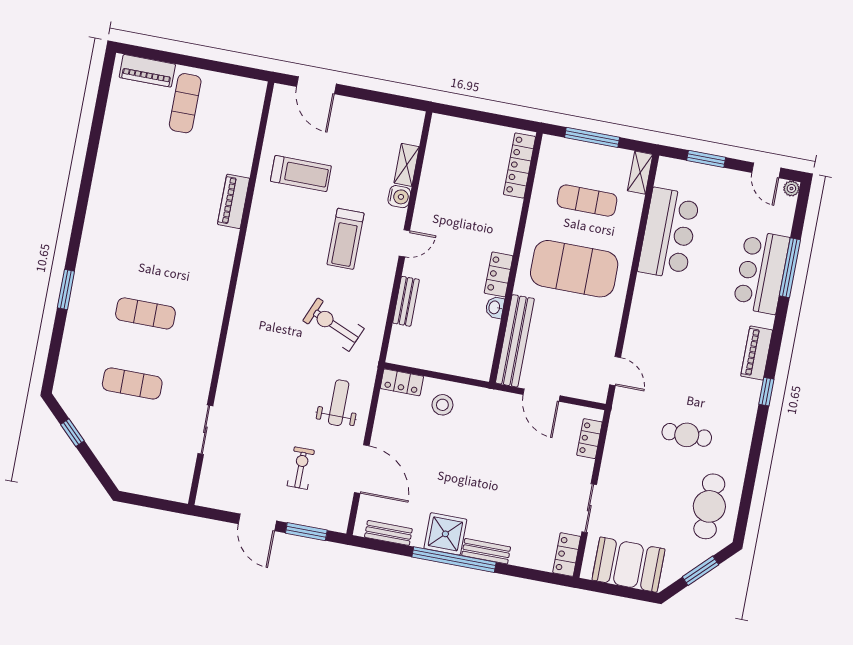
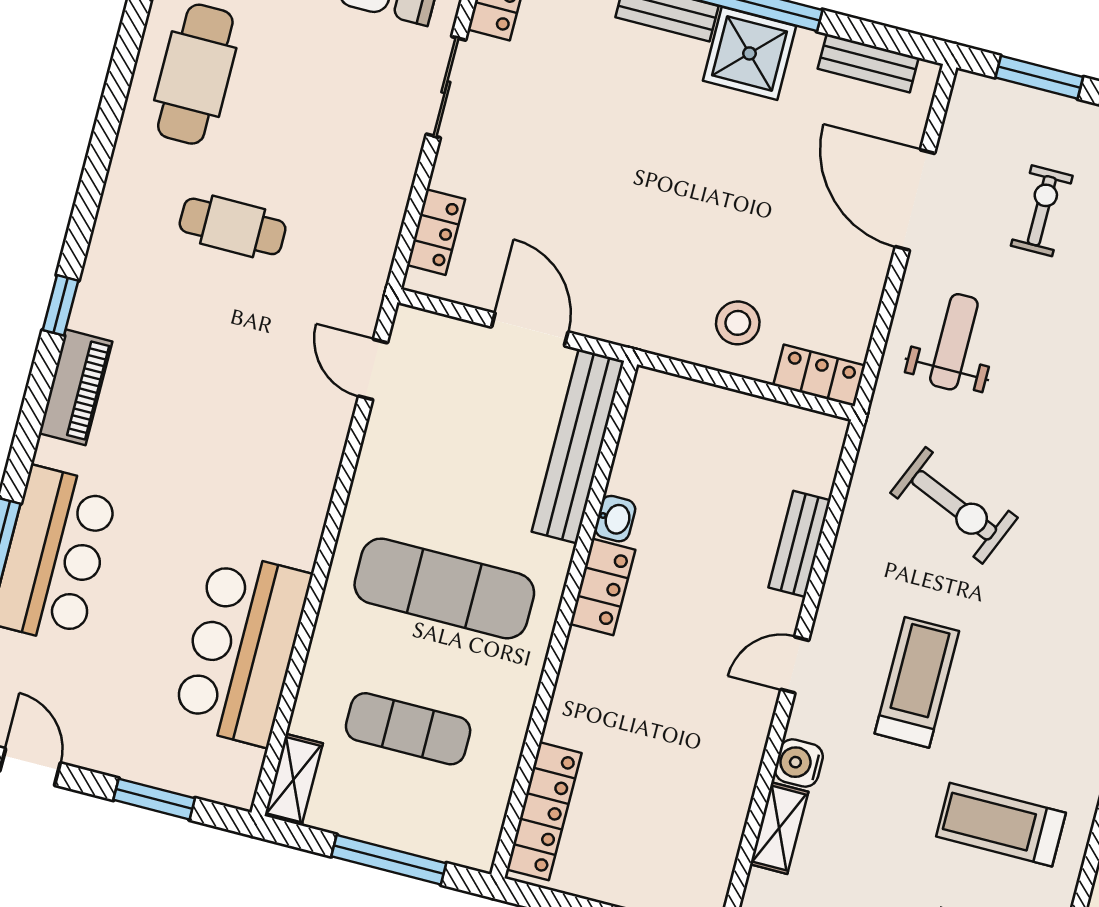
exercise mat: (574, 269) -> (444, 588), width x0.68
weight bench: (339, 403) -> (954, 342), turned 180
exercise bike: (301, 468) -> (1042, 211), turned 180

